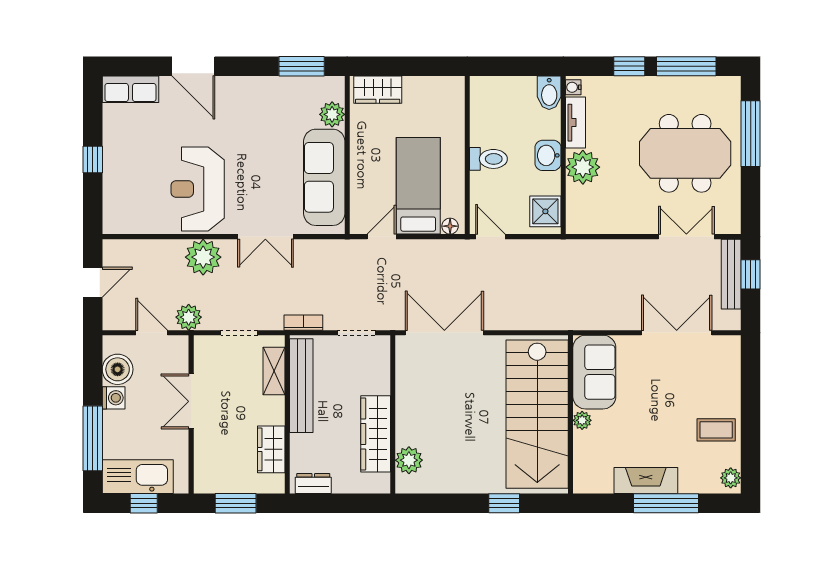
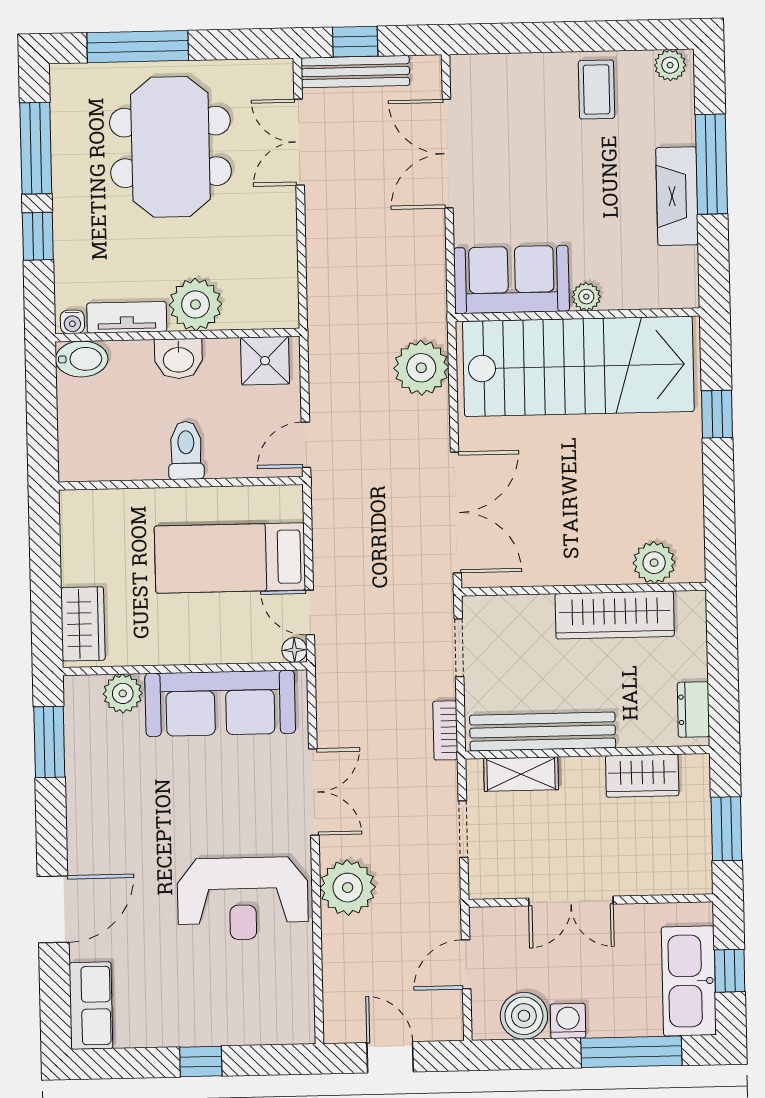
floor lamp: (450, 226) -> (294, 650), moved
plant: (189, 317) -> (421, 368), moved, width x1.36, depth x1.36
double door: (444, 333) -> (456, 512), swing flipped

